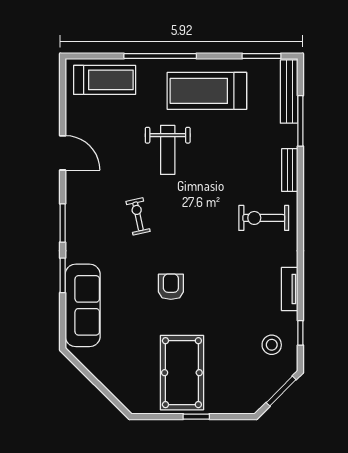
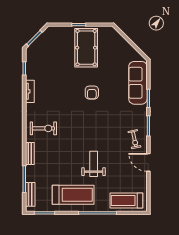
bench: (289, 92) -> (30, 194), width x0.73
exercise bike: (138, 216) -> (134, 139), moved
stool: (272, 345) -> (39, 62), removed

